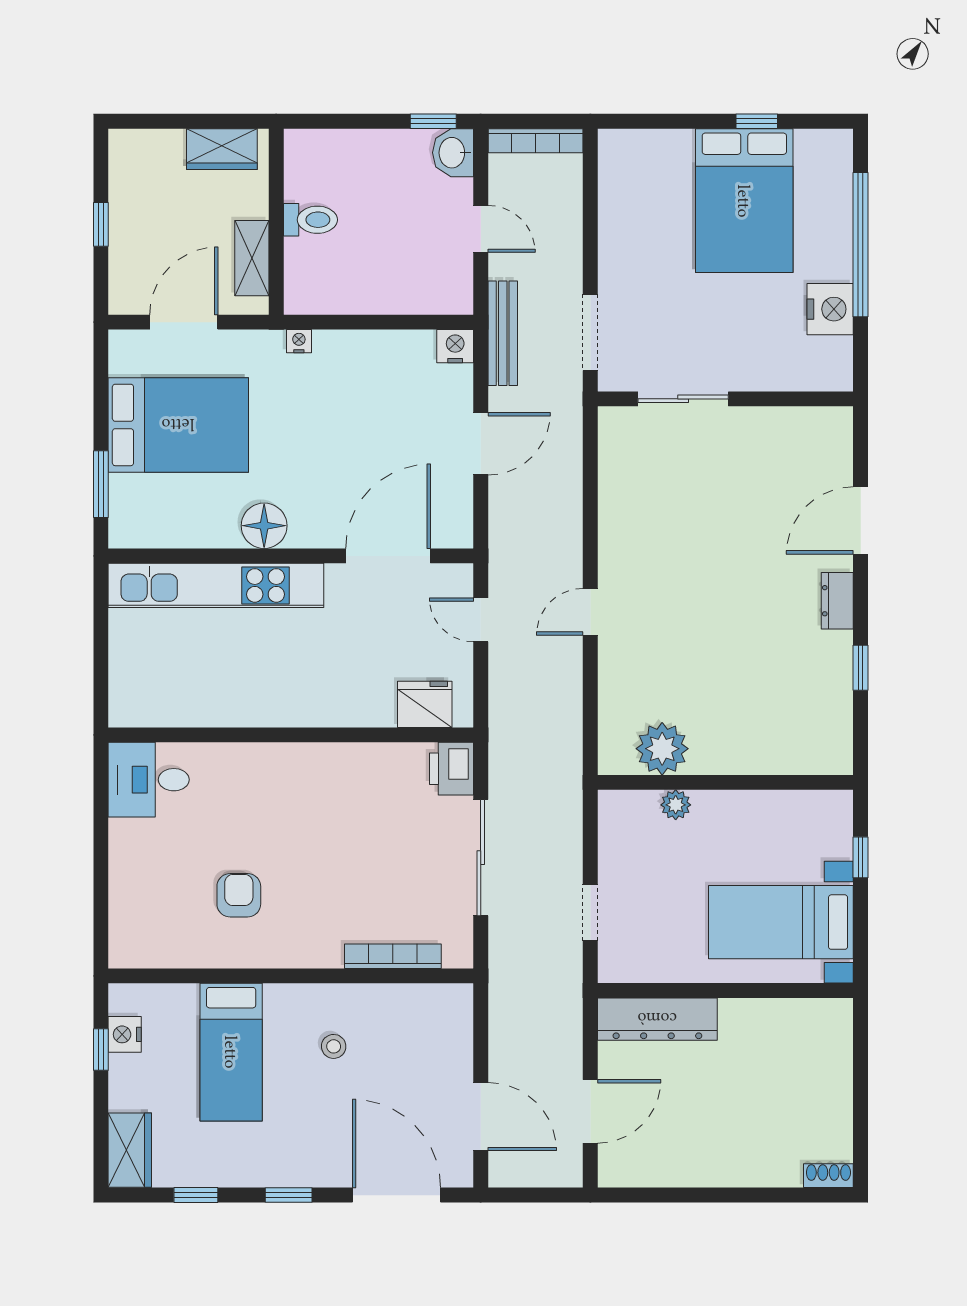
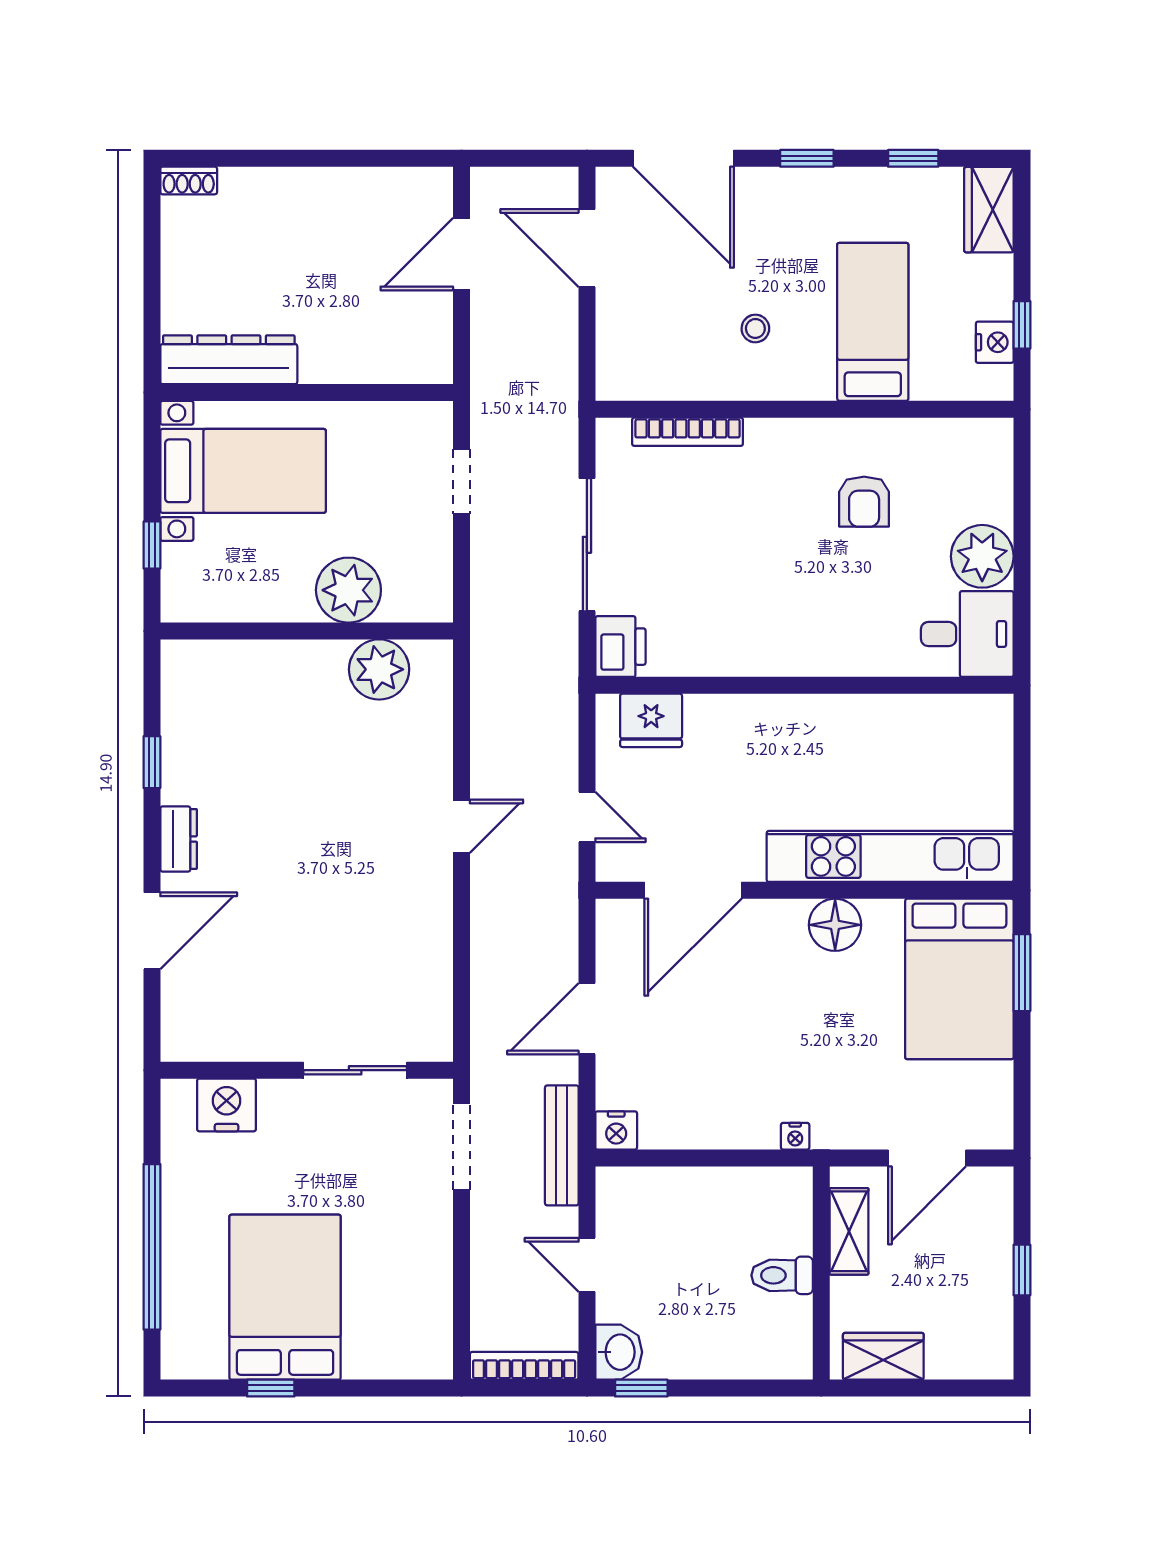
nightstand: (830, 309) -> (226, 1105), moved, turned 90
bed: (178, 425) -> (959, 979), moved, turned -90
plant: (676, 805) -> (348, 590), width x1.87, depth x1.87
plant: (136, 847) -> (982, 556), added
dresser: (657, 1019) -> (229, 360), moved

